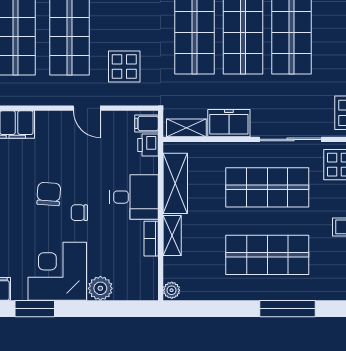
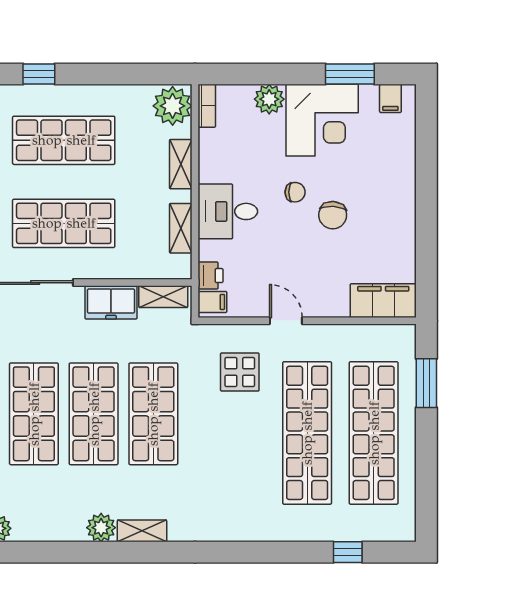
shelving: (175, 183) -> (181, 228), width x0.67, depth x0.75
bookcase: (151, 239) -> (207, 106), moved
plant: (172, 290) -> (173, 106), width x1.88, depth x1.88
window: (287, 309) -> (39, 74), width x0.46

